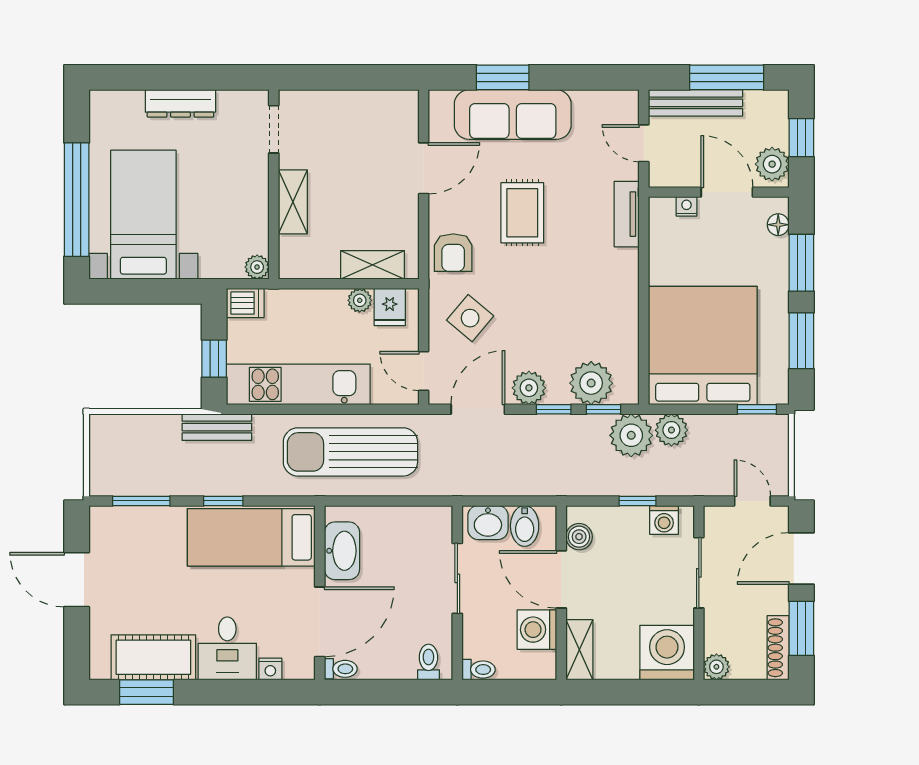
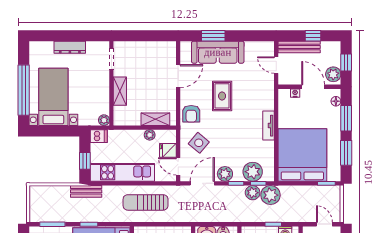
window: (727, 77) -> (313, 36), width x0.46
tv unit: (627, 214) -> (268, 126), moved
fridge: (390, 307) -> (168, 150), moved, turned 90
plant: (671, 430) -> (253, 193), moved
sun lounger: (350, 452) -> (146, 202), width x0.73, depth x0.75

